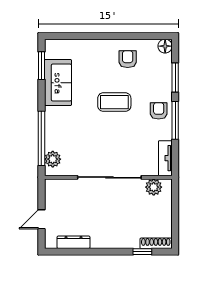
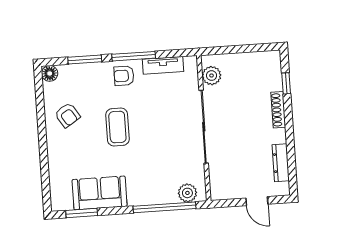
armchair: (128, 59) -> (67, 115), turned -123
tv unit: (165, 158) -> (163, 65), moved
shoe rack: (156, 243) -> (278, 110), moved

